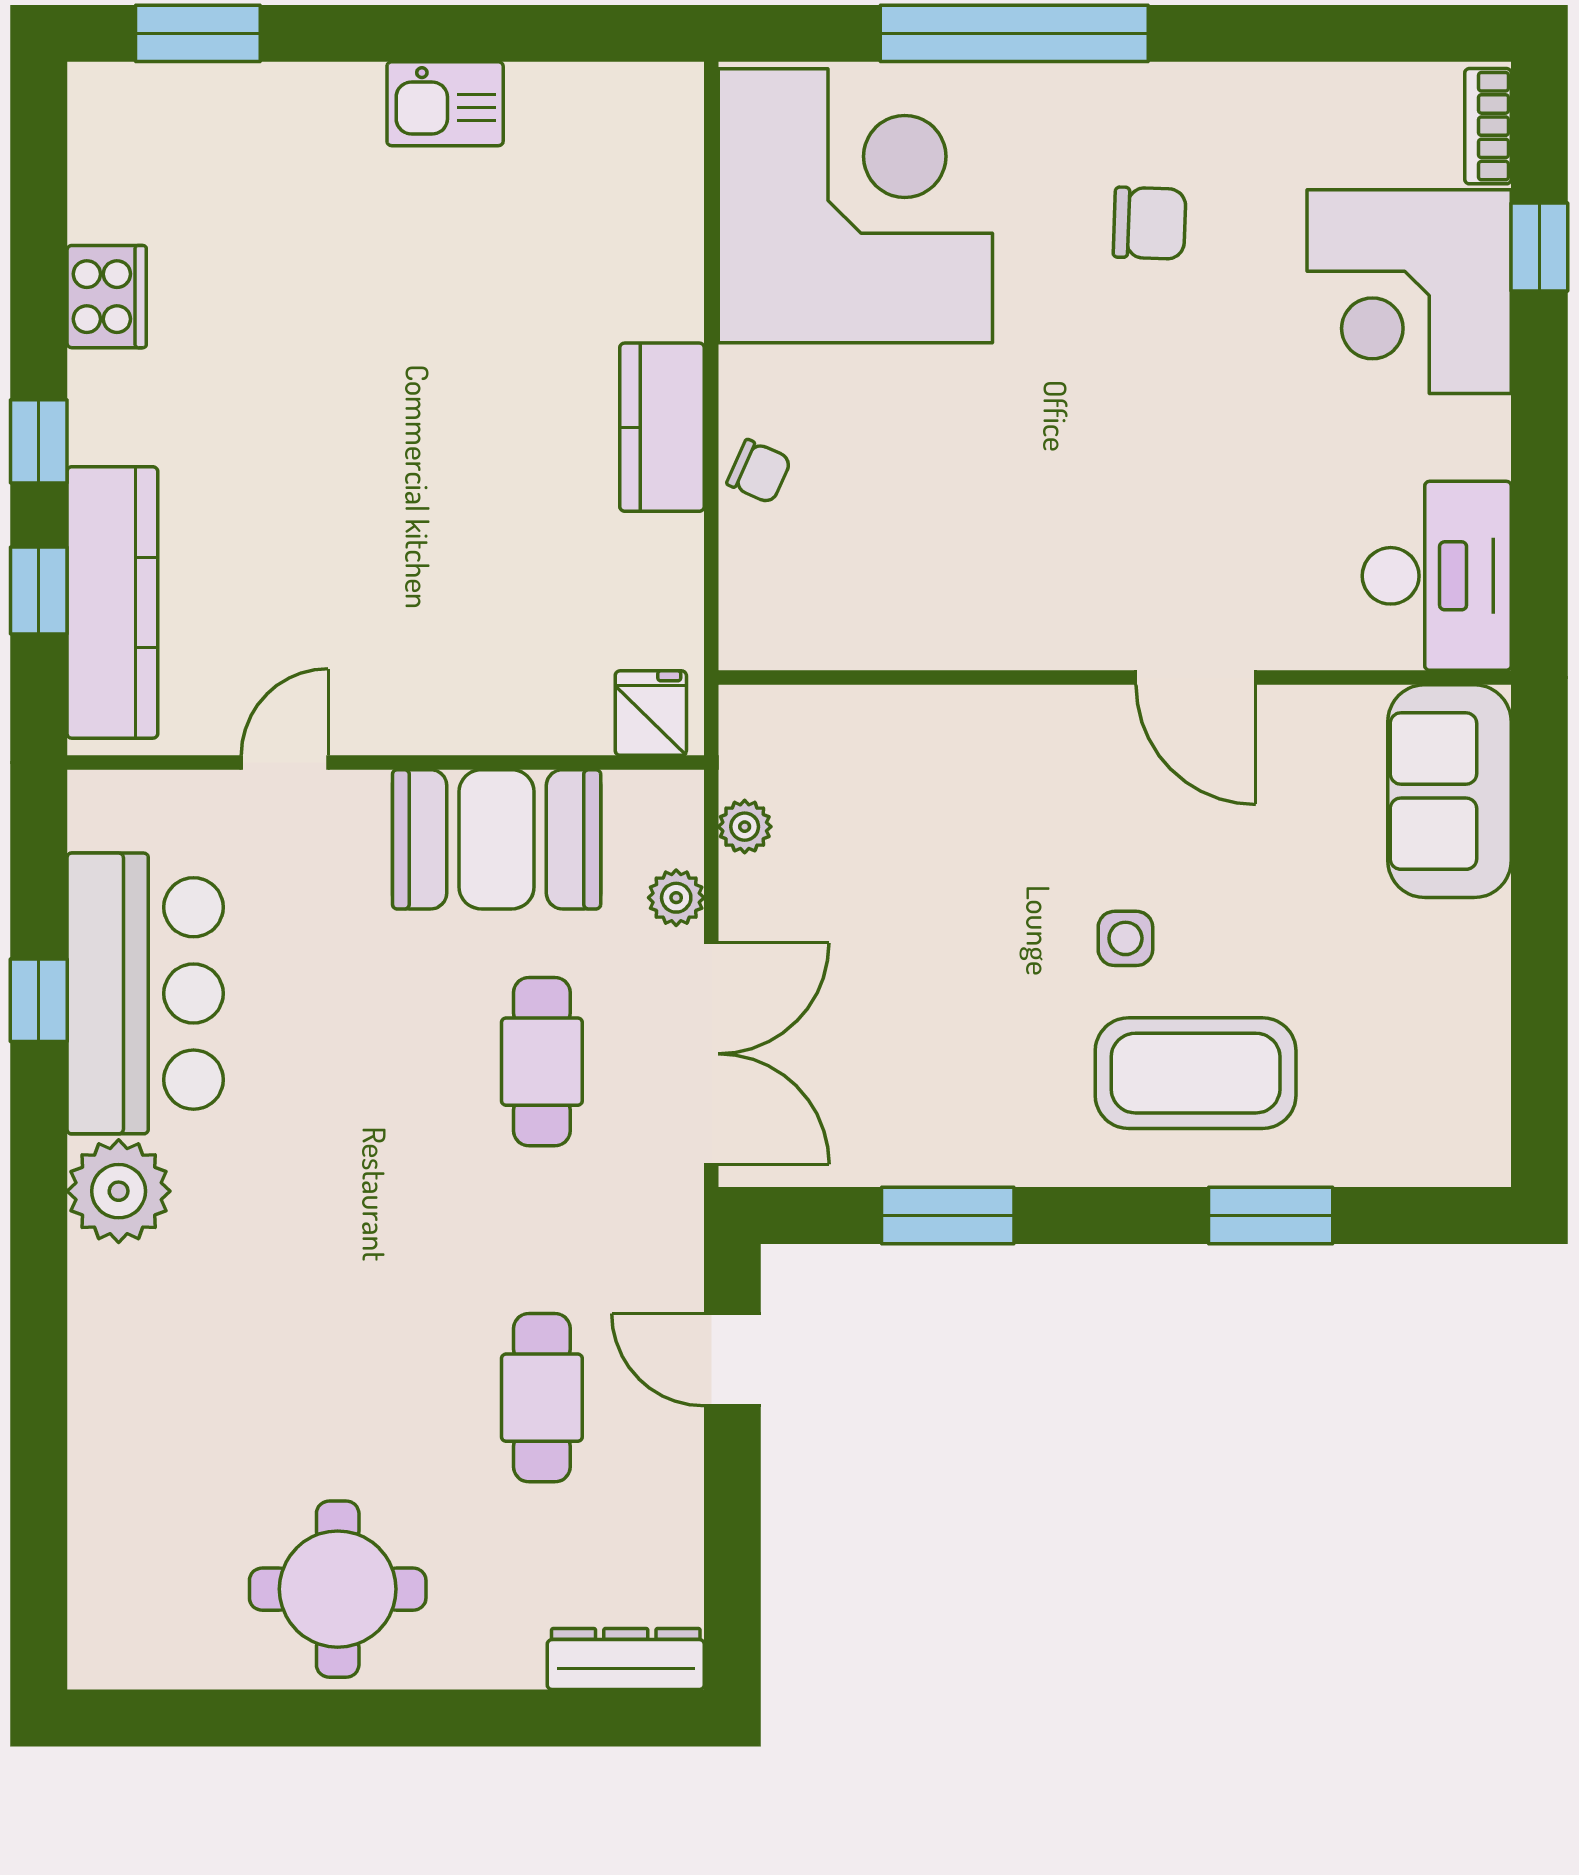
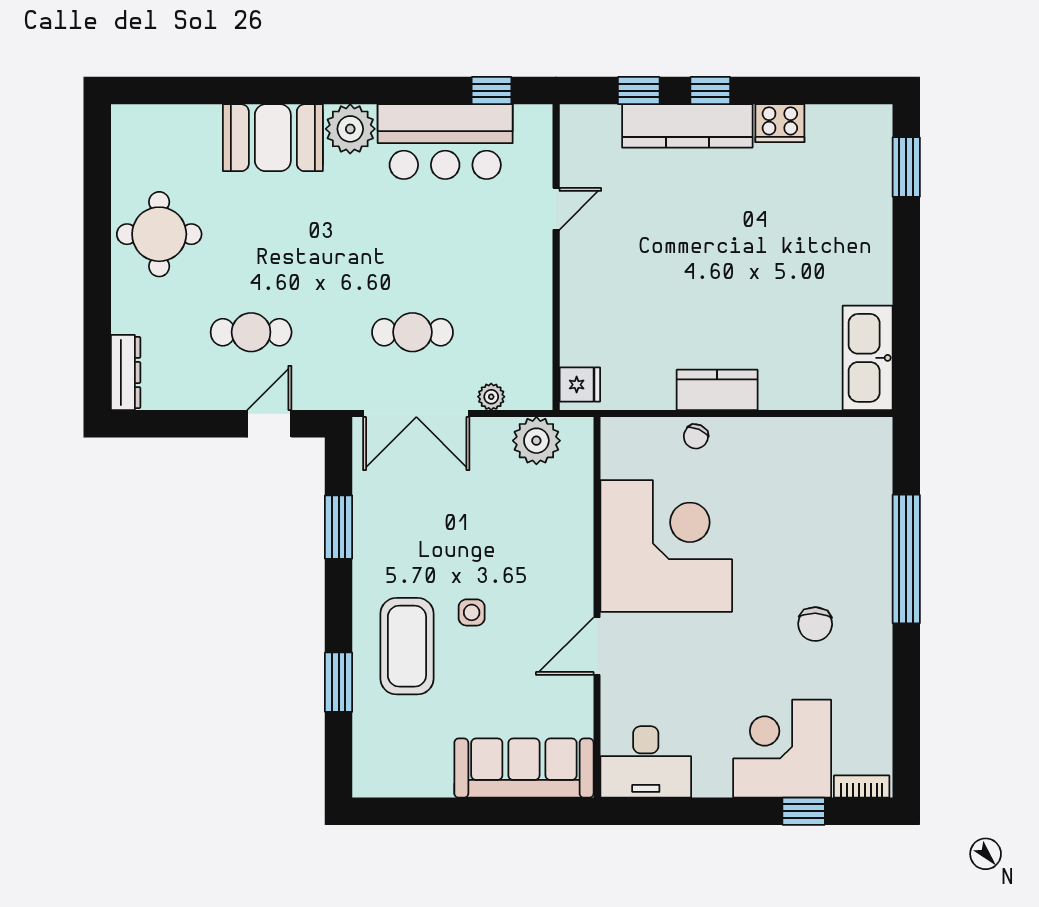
kitchen sink: (445, 104) -> (868, 358), moved, width x1.87, depth x1.24
corner desk: (855, 206) -> (666, 546), moved, turned -90
kitchen counter: (112, 602) -> (687, 126), moved
door: (285, 762) -> (556, 209), hinge flipped
sofa: (1449, 791) -> (524, 768), width x1.36
plant: (745, 827) -> (536, 441), width x1.88, depth x1.88
booth: (497, 839) -> (273, 138), moved, turned 90
window: (39, 1000) -> (492, 91), moved

